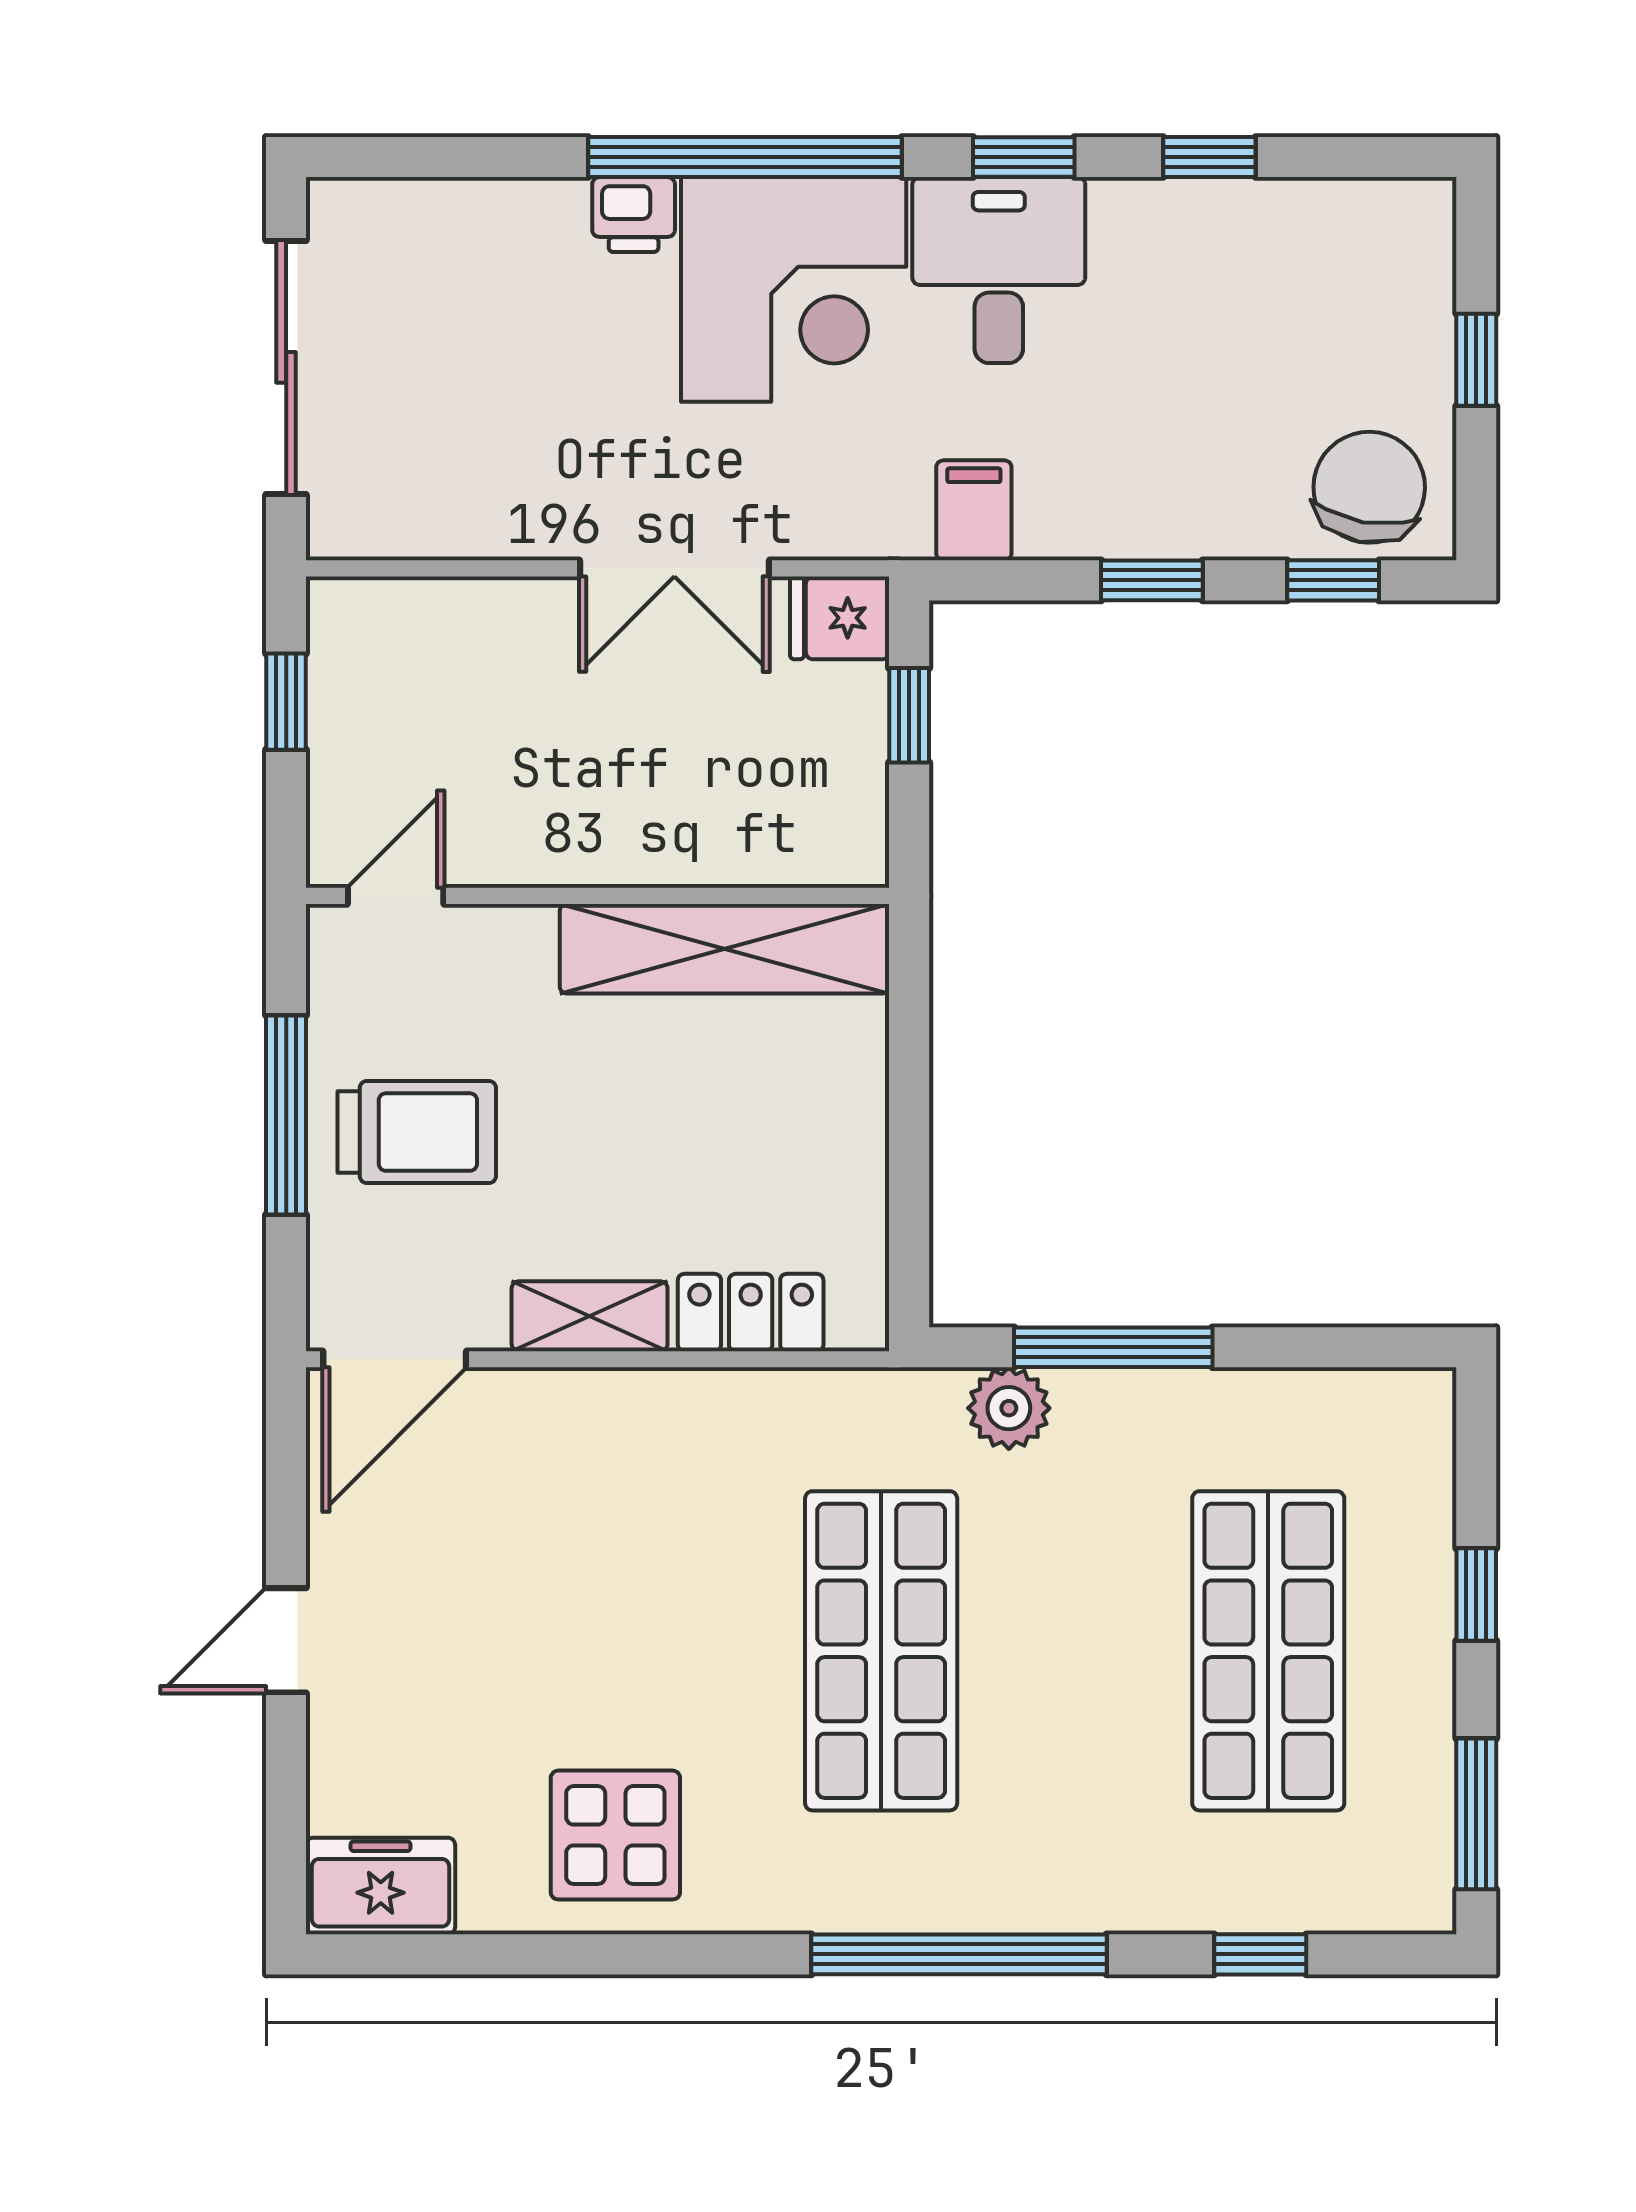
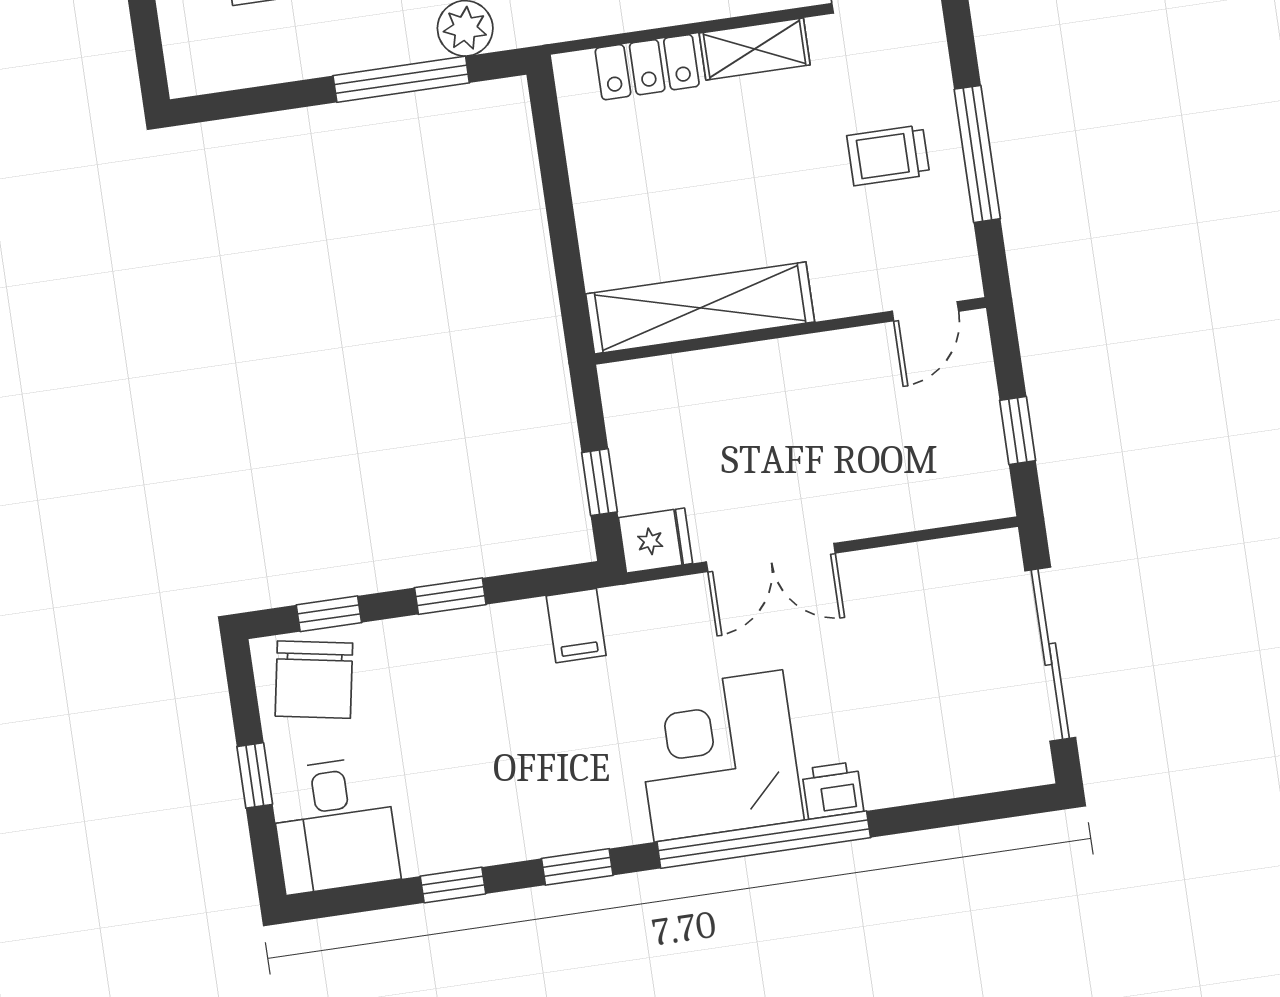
desk: (999, 270) -> (335, 825), moved
double door: (674, 568) -> (771, 558), swing flipped
trolley: (417, 1132) -> (888, 155), width x0.73, depth x0.72

